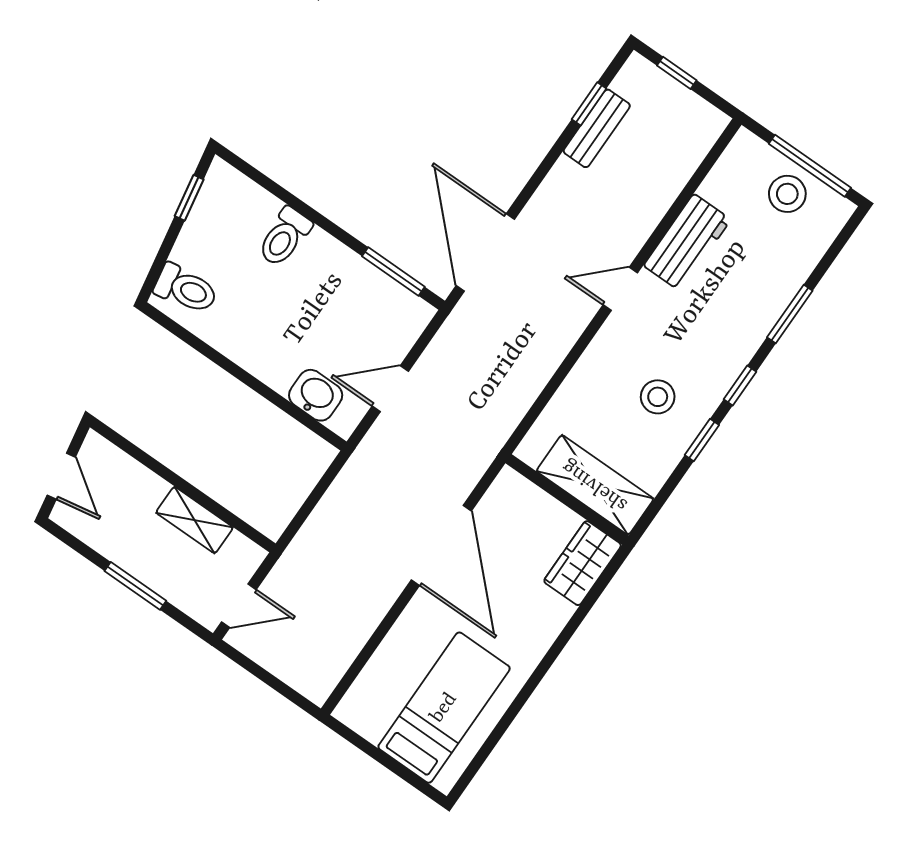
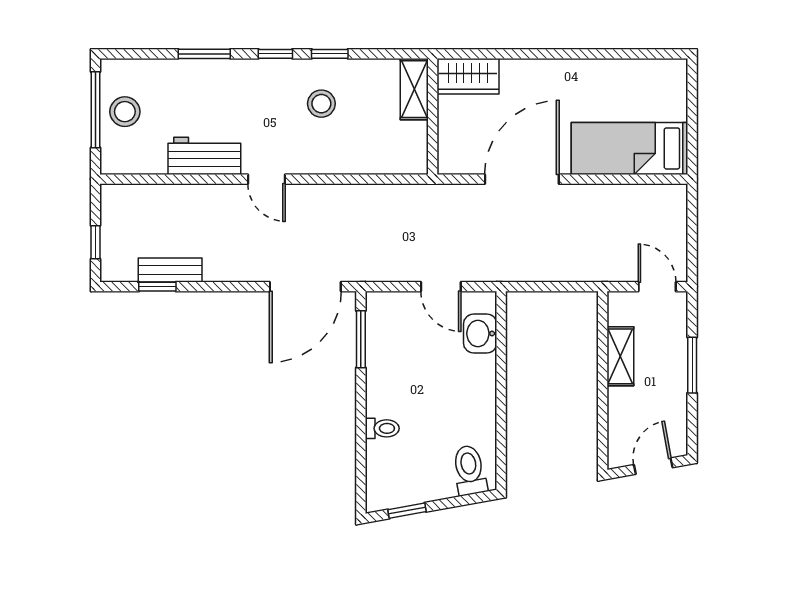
toilet: (284, 237) -> (382, 428), width x0.73, depth x0.72
shelving: (595, 485) -> (414, 89), width x0.67, depth x0.75
bed: (444, 708) -> (629, 148), moved

